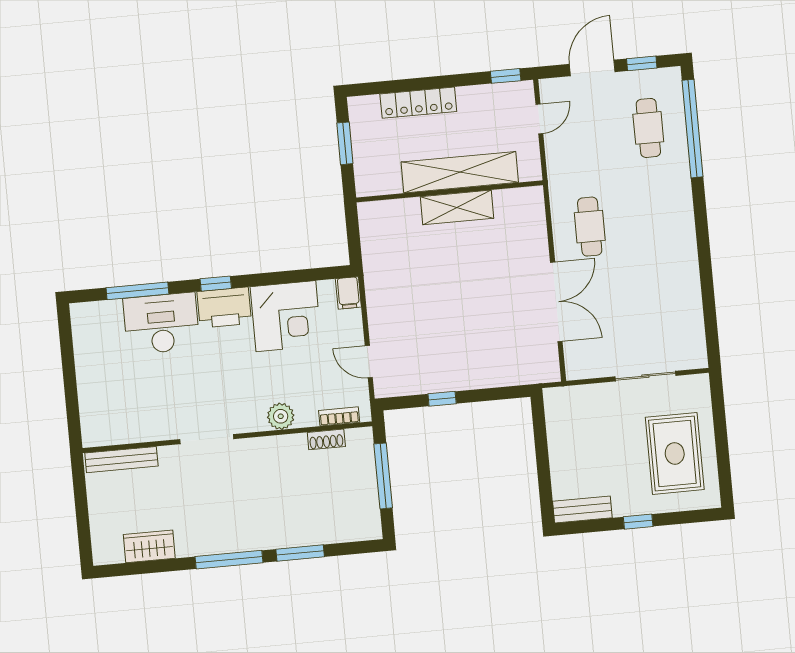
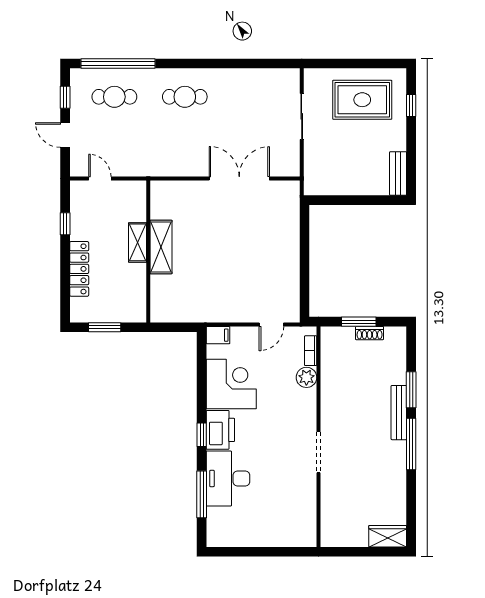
door: (592, 68) -> (65, 135), width x0.73
window: (506, 76) -> (65, 224), moved
shelving: (460, 172) -> (138, 242), width x0.45, depth x0.75
cafe table: (590, 227) -> (185, 97), moved
window: (442, 399) -> (305, 272), removed
plant: (281, 416) -> (306, 377), moved
shoe rack: (326, 439) -> (370, 333), moved, turned 90
bench: (121, 460) -> (399, 413), moved
window: (383, 476) -> (359, 322), width x0.69
window: (638, 522) -> (411, 106), moved
wardrobe: (149, 546) -> (388, 536), moved, turned 90

